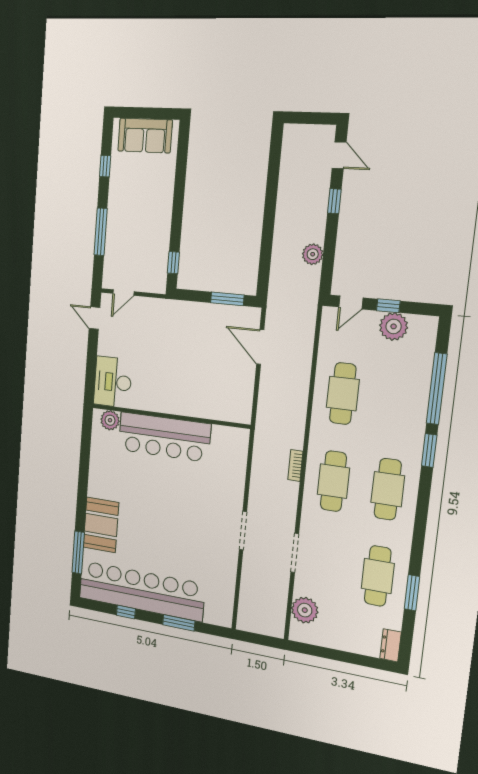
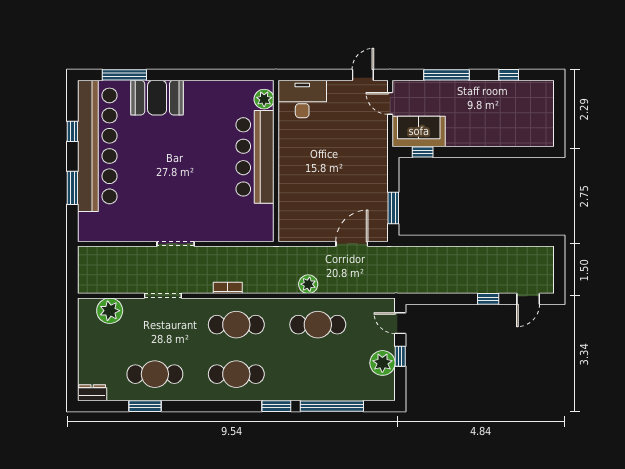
sofa: (145, 135) -> (419, 131), moved, turned 90
plant: (313, 254) -> (308, 284), moved
bookcase: (295, 465) -> (228, 288), moved

